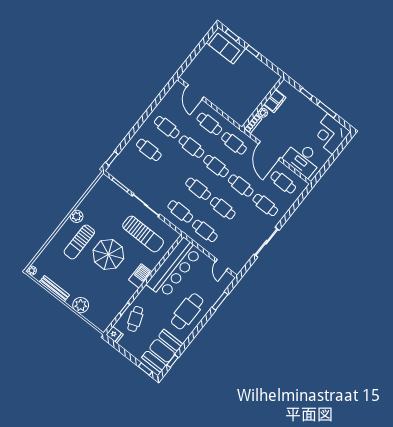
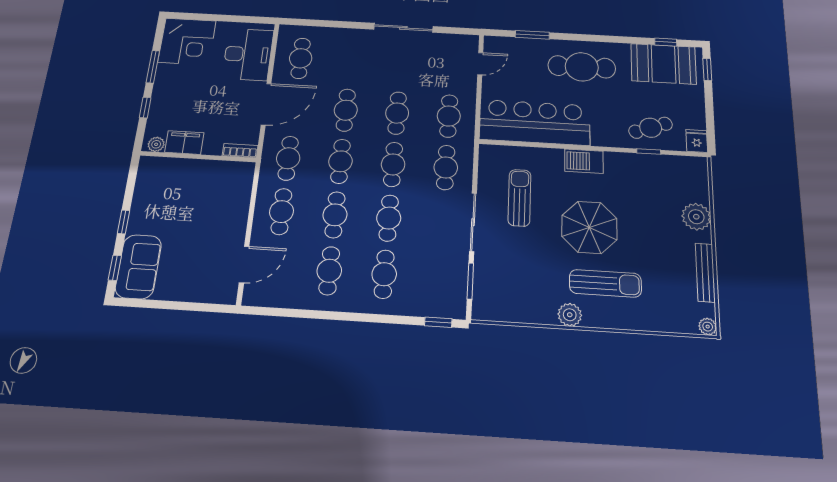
plant: (263, 113) -> (156, 144), moved
cafe table: (265, 205) -> (389, 218), moved
sun lounger: (143, 234) -> (520, 198), width x0.73, depth x0.75

